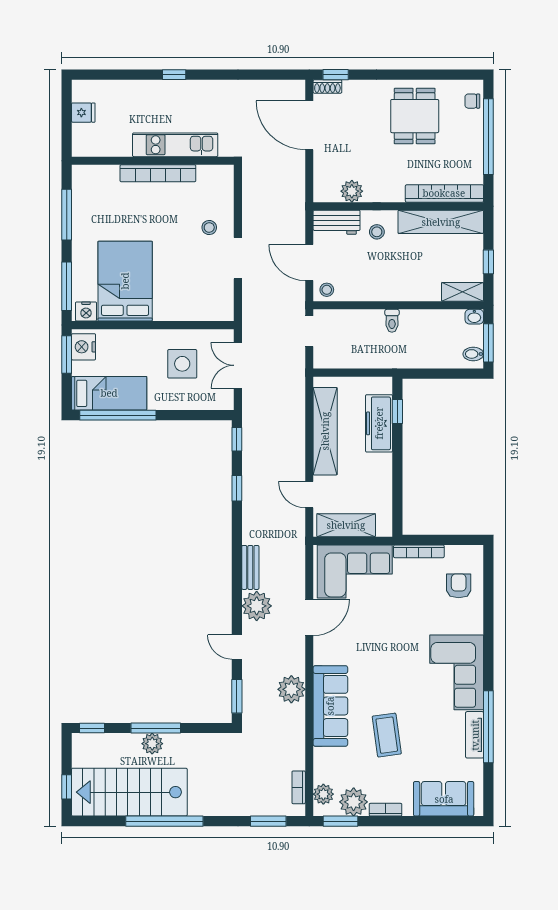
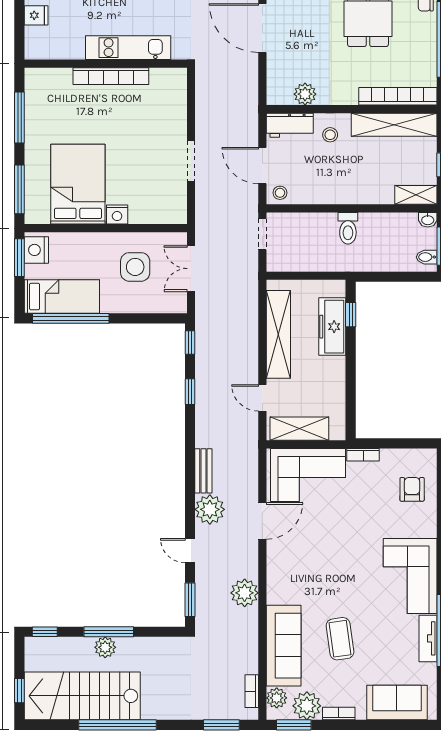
stool: (209, 228) -> (162, 130), removed
nightstand: (86, 311) -> (117, 215), moved
toilet: (392, 321) -> (348, 228), width x1.37, depth x1.39
bookcase: (419, 551) -> (363, 455), width x0.64
sofa: (330, 706) -> (284, 646), moved

